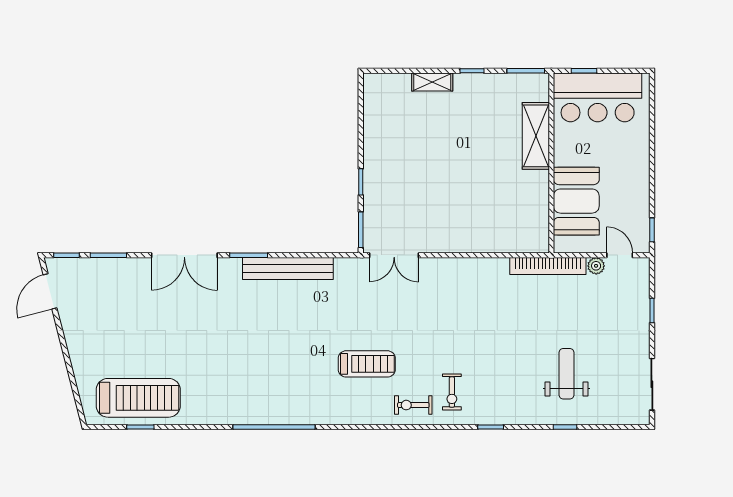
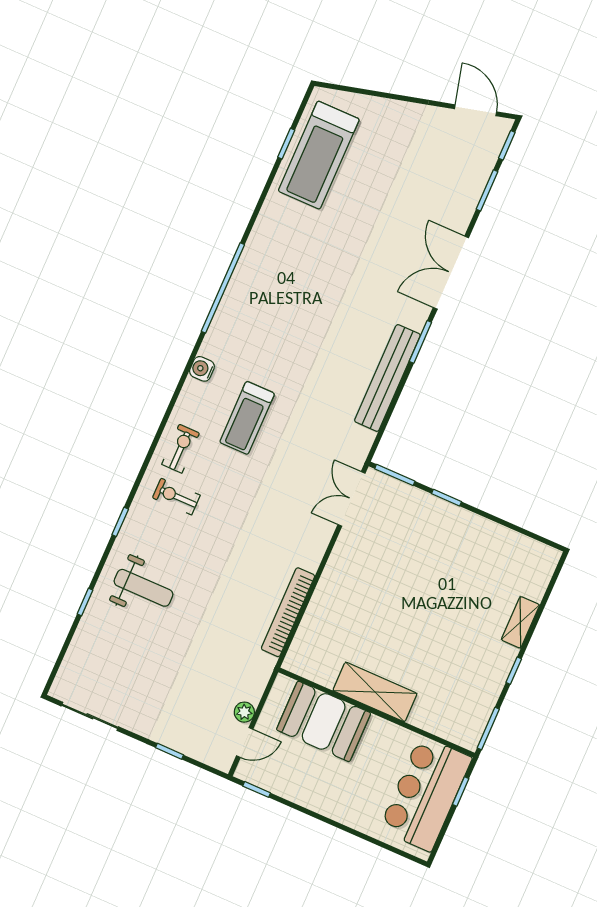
shelving: (536, 136) -> (375, 692), moved
bookcase: (548, 266) -> (288, 612), moved
weight bench: (566, 374) -> (143, 588), moved
water cooler: (344, 416) -> (202, 369), added

